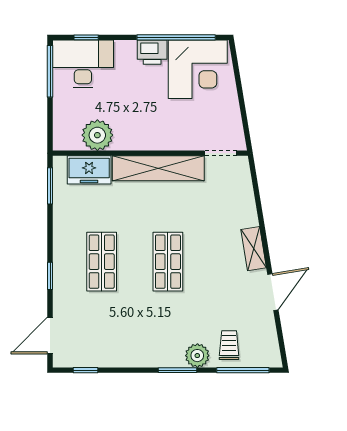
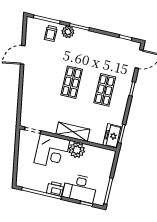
desk: (83, 64) -> (80, 188), moved
corner desk: (198, 69) -> (52, 152), moved, turned 180
plant: (97, 135) -> (77, 150), moved
shelving: (158, 168) -> (73, 132), width x0.68
freezer: (89, 170) -> (112, 136), moved, turned -90
shelving: (254, 249) -> (27, 79), removed

